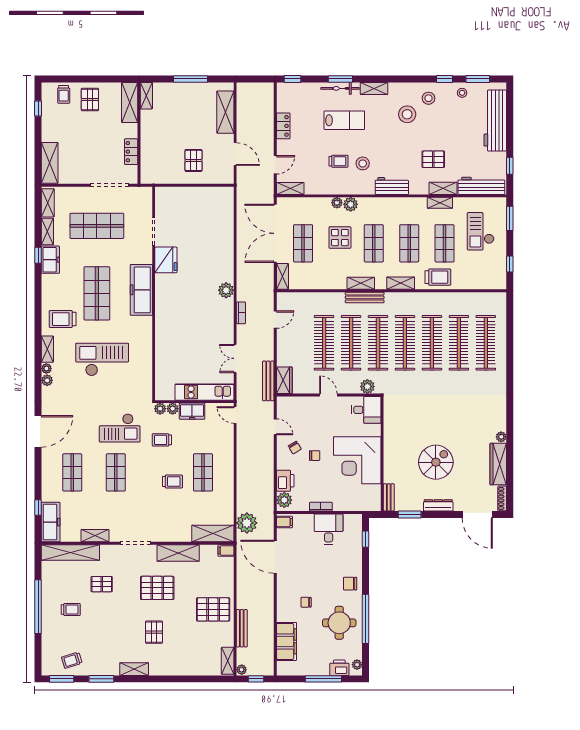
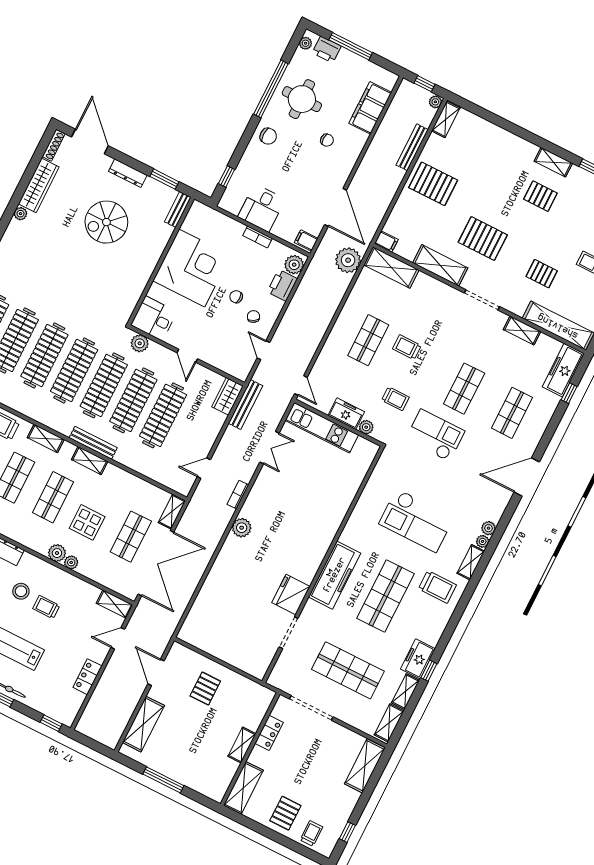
shelving: (146, 96) -> (242, 745), moved
plant: (160, 409) -> (380, 434), removed
pallet: (154, 632) -> (540, 196), moved, turned 90

